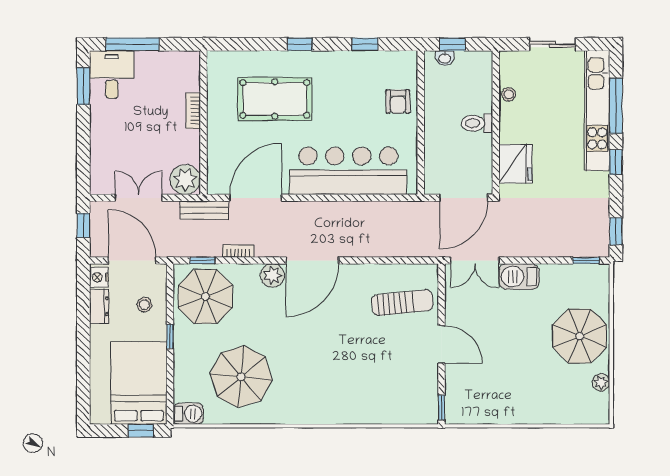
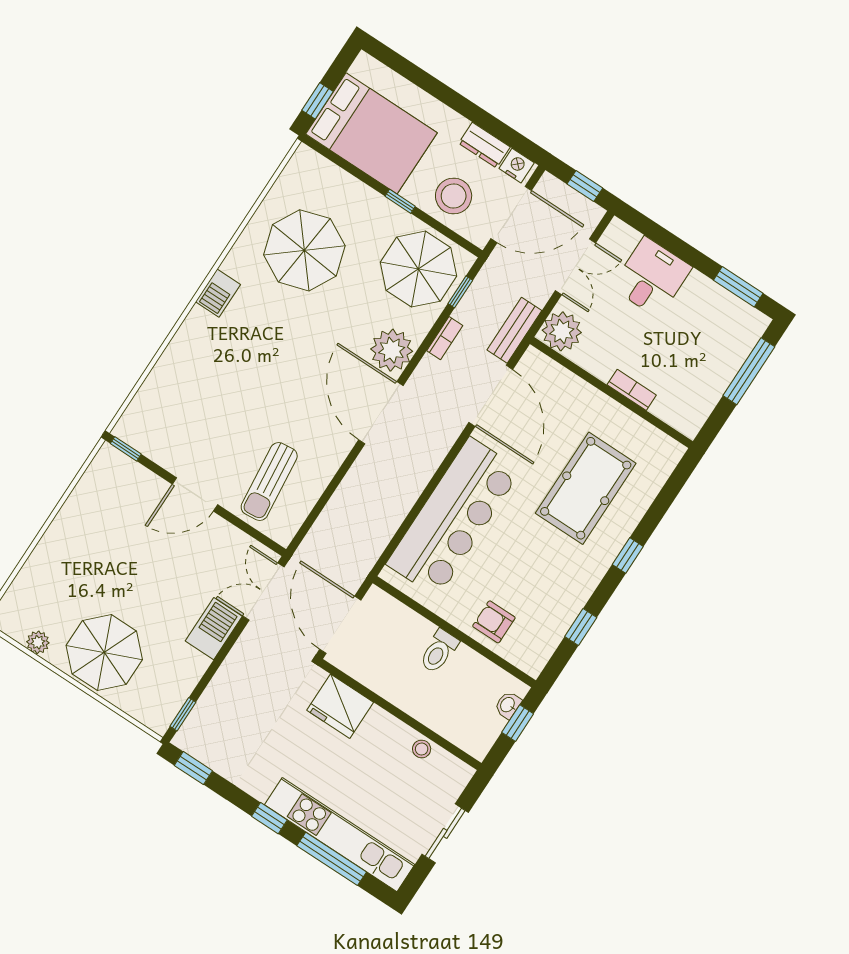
desk: (112, 74) -> (652, 277), moved, turned -90
toilet: (477, 123) -> (439, 651), moved, turned 180
plant: (272, 275) -> (392, 350), width x1.36, depth x1.36
stool: (144, 305) -> (454, 196), width x1.89, depth x1.89
barbecue: (188, 414) -> (218, 293), moved

